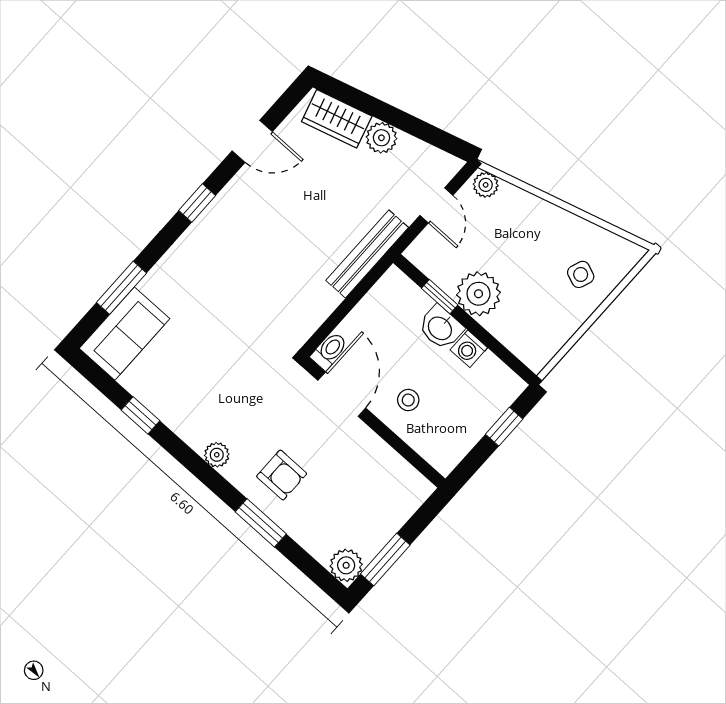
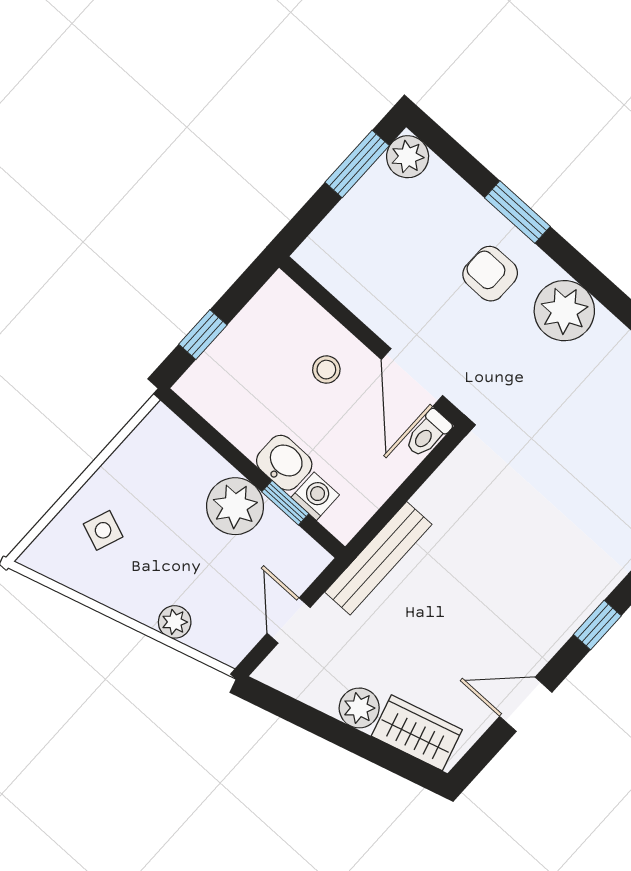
plant: (486, 185) -> (175, 622), moved
washing machine: (469, 349) -> (315, 496), moved
plant: (217, 455) -> (564, 311), width x1.88, depth x1.88

